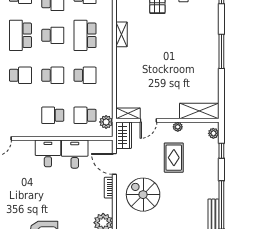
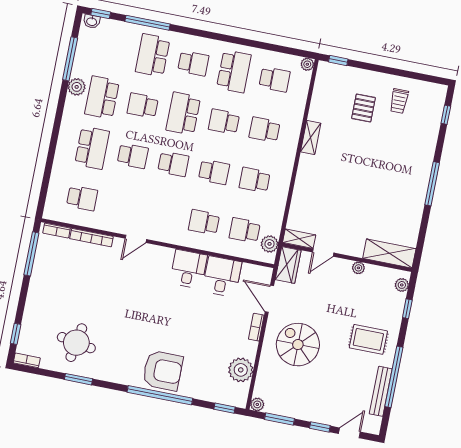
school desk: (53, 35) -> (224, 122), turned 180
school desk: (85, 35) -> (265, 130), width x0.54
school desk: (85, 75) -> (255, 180), turned 180
rug: (174, 158) -> (368, 339), moved, turned 90

